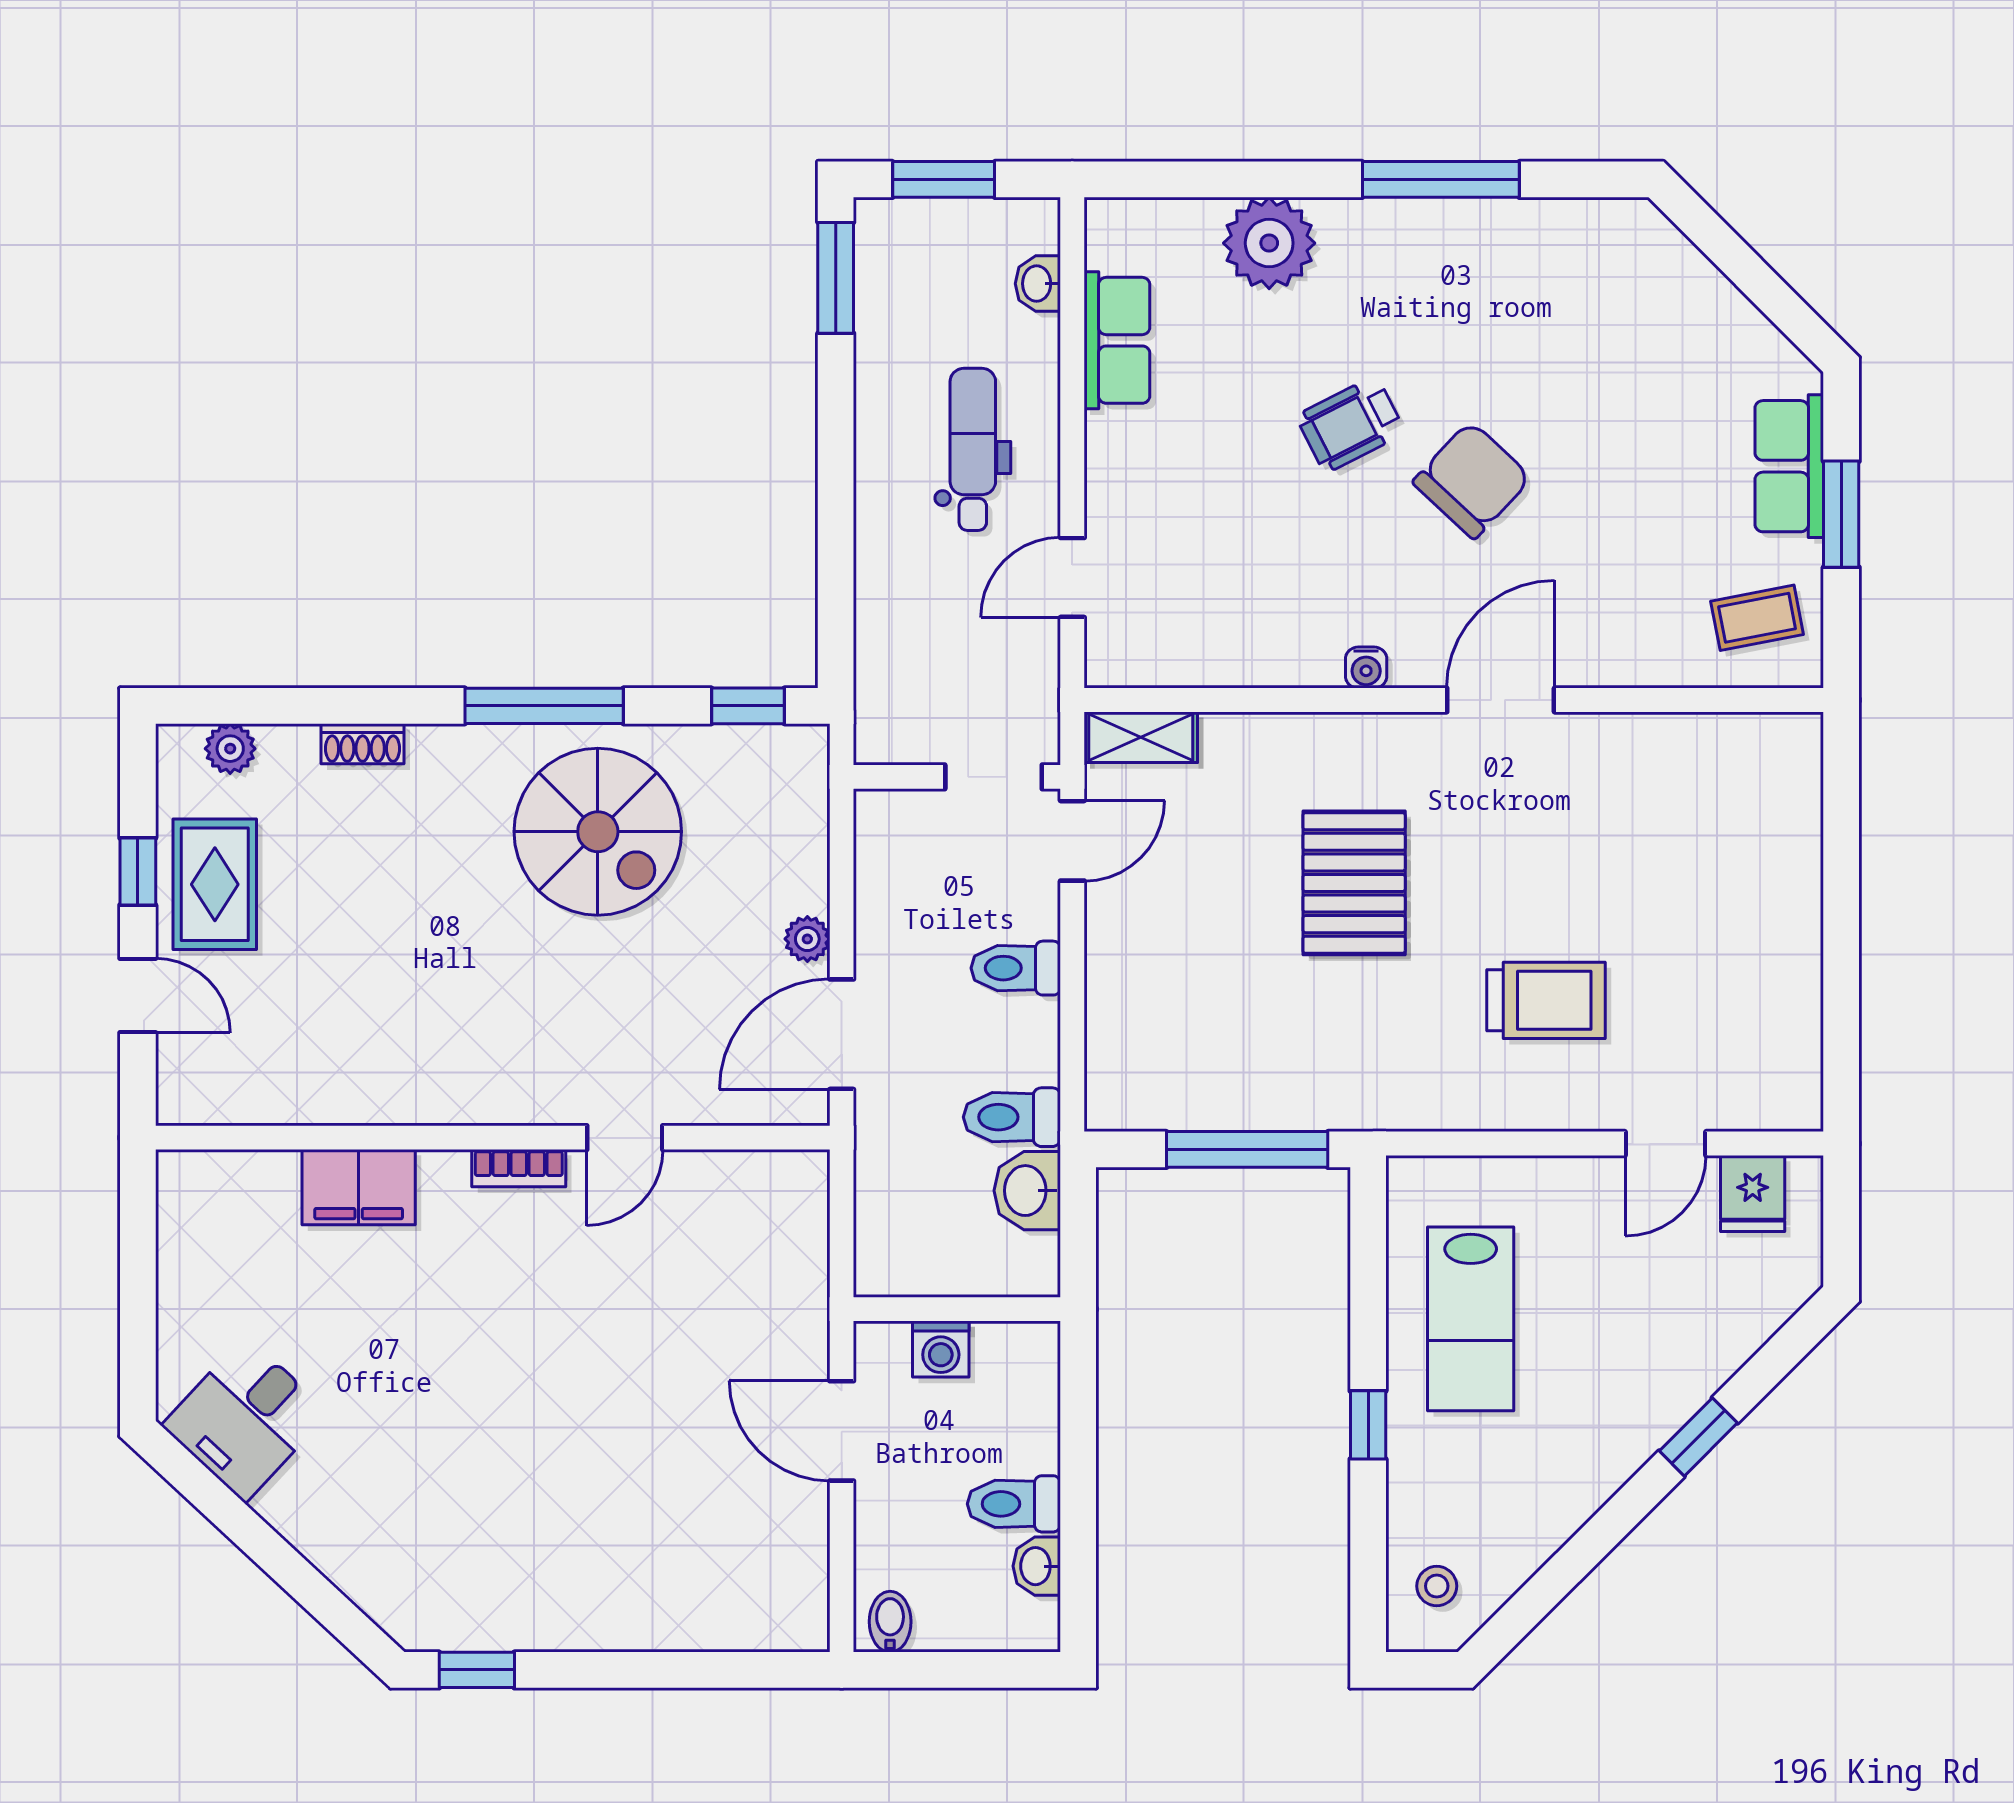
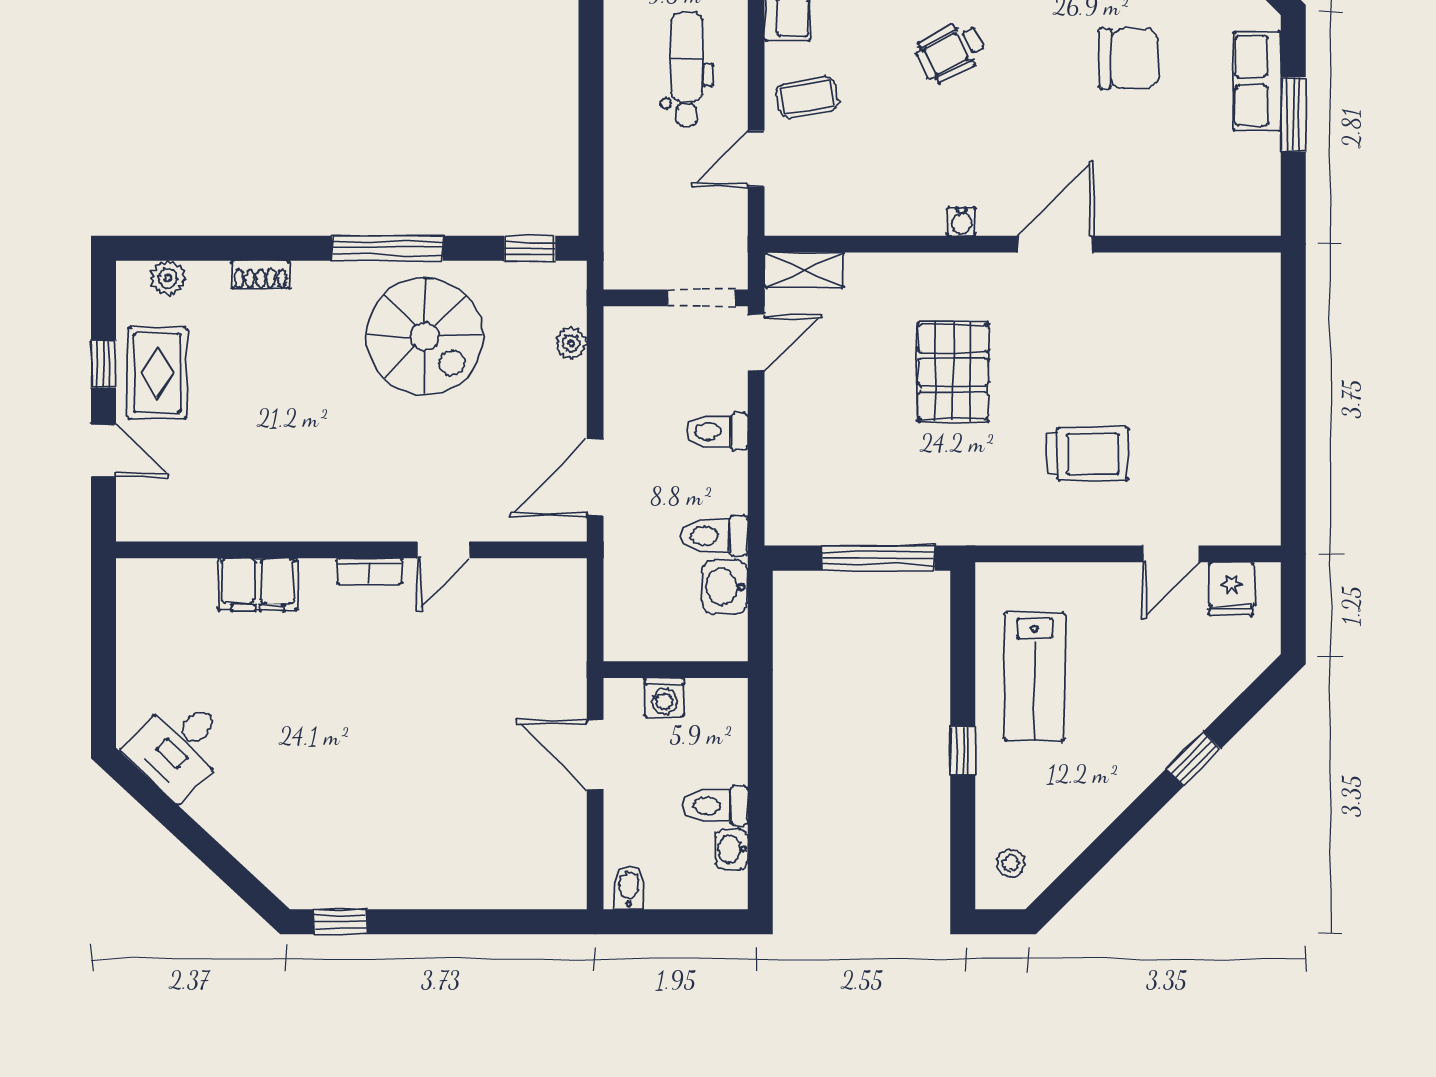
chair: (1472, 480) -> (1129, 59), moved, turned 47
coffee table: (1757, 618) -> (807, 97), moved
plant: (807, 939) -> (571, 343), moved

